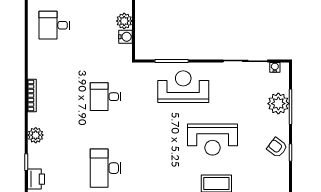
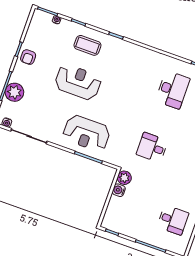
plant: (124, 21) -> (124, 178), moved
desk: (106, 97) -> (152, 147), turned 180
armchair: (277, 147) -> (28, 57), turned 53

